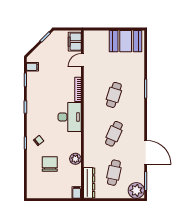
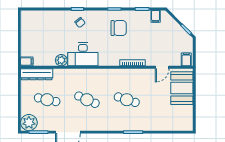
booth: (126, 41) -> (182, 88), moved
filing cabinet: (75, 42) -> (186, 59), width x0.50
door: (82, 60) -> (162, 67), swing flipped
desk: (70, 117) -> (83, 54), moved
chair: (50, 164) -> (119, 28), moved

